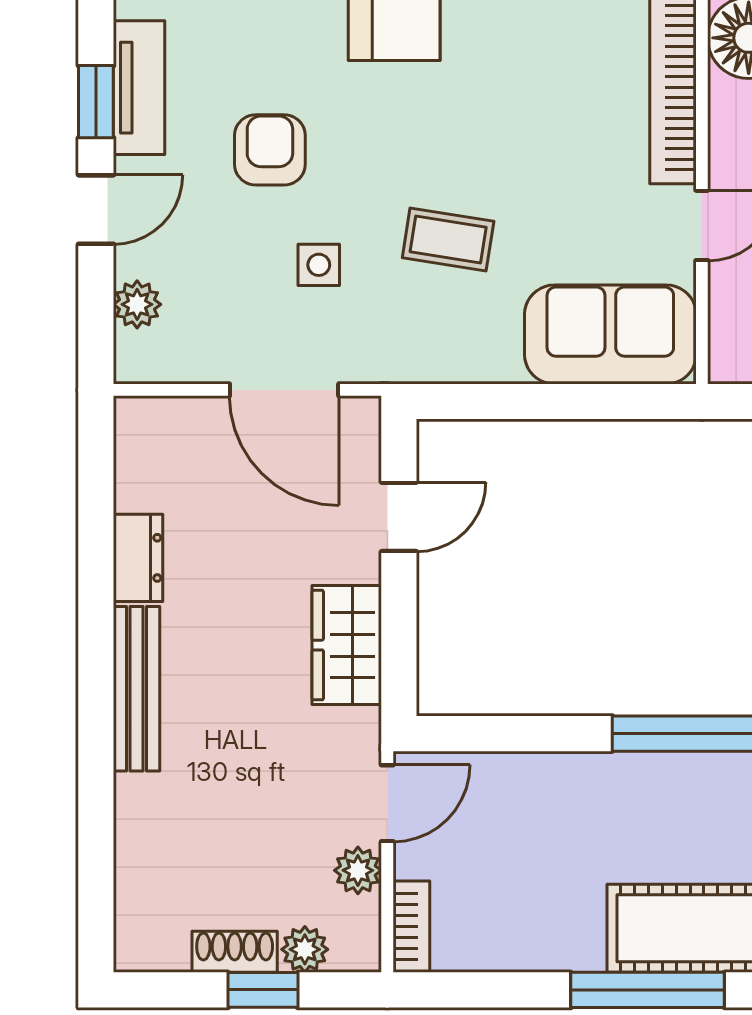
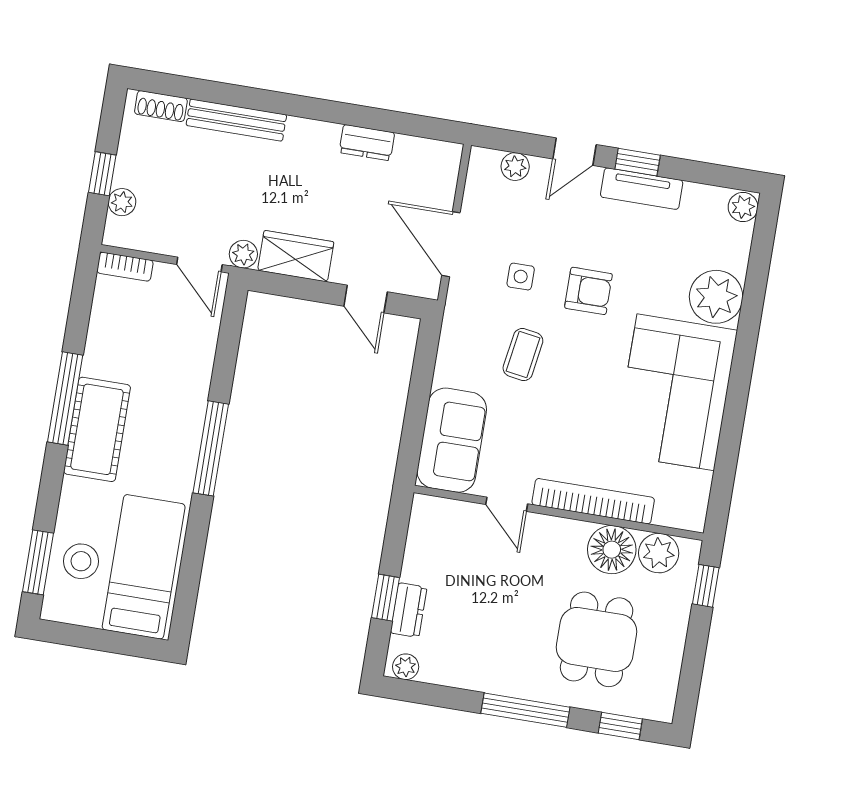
armchair: (270, 150) -> (588, 291), moved
door: (96, 210) -> (575, 152), hinge flipped
door: (284, 390) -> (451, 244), hinge flipped
bench: (136, 689) -> (236, 120), moved
plant: (358, 870) -> (243, 254), moved
shoe rack: (235, 952) -> (161, 106), moved, turned 90

